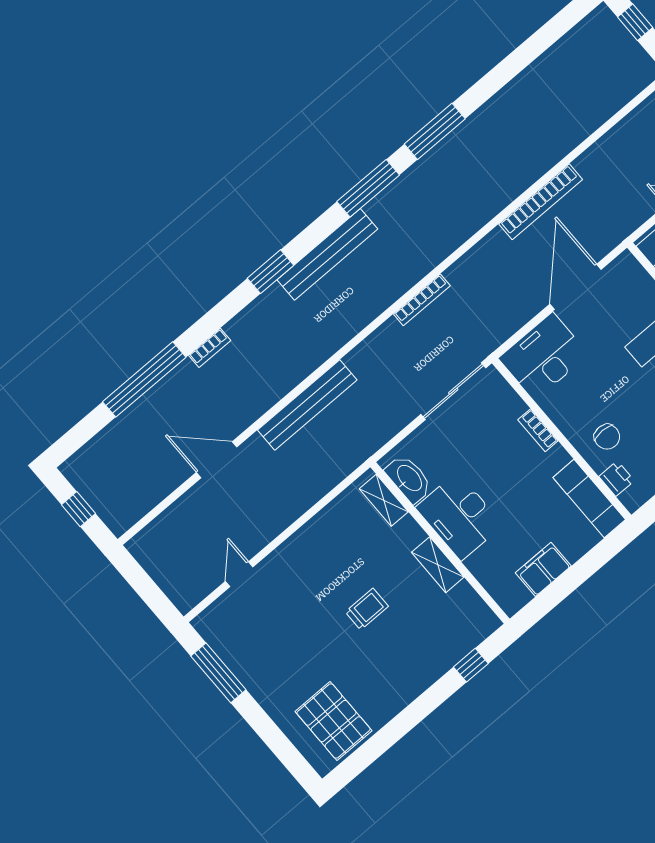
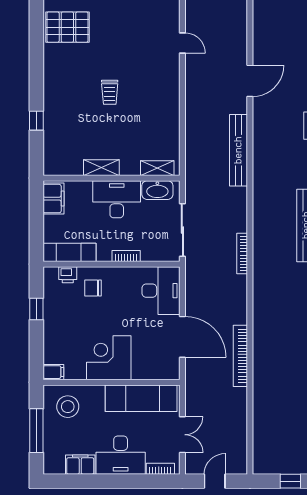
washbasin: (409, 479) -> (157, 190), moved
shelving: (384, 500) -> (157, 168), moved
desk: (459, 516) -> (117, 199), moved
wall: (440, 543) -> (111, 178), moved
shelving: (438, 565) -> (101, 168), moved

